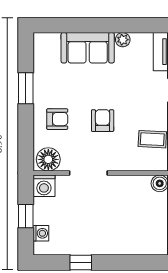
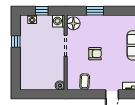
window: (26, 88) -> (95, 11), moved
armchair: (57, 119) -> (96, 28), removed

